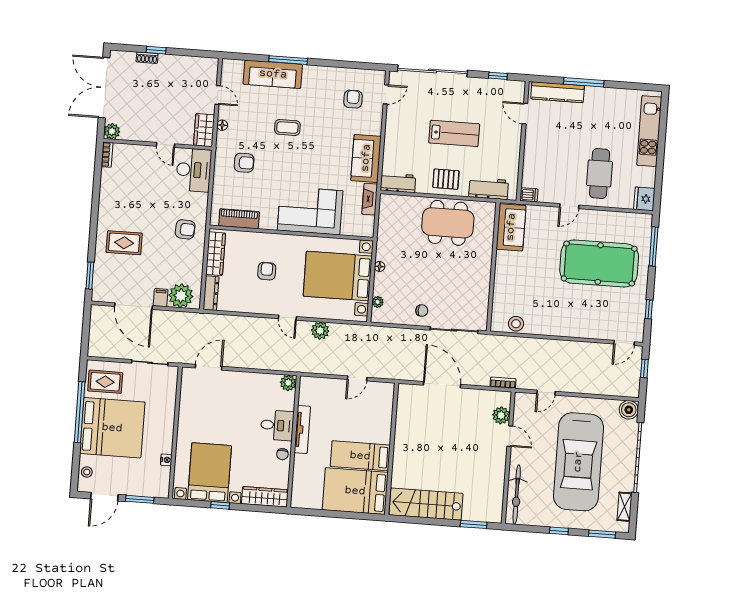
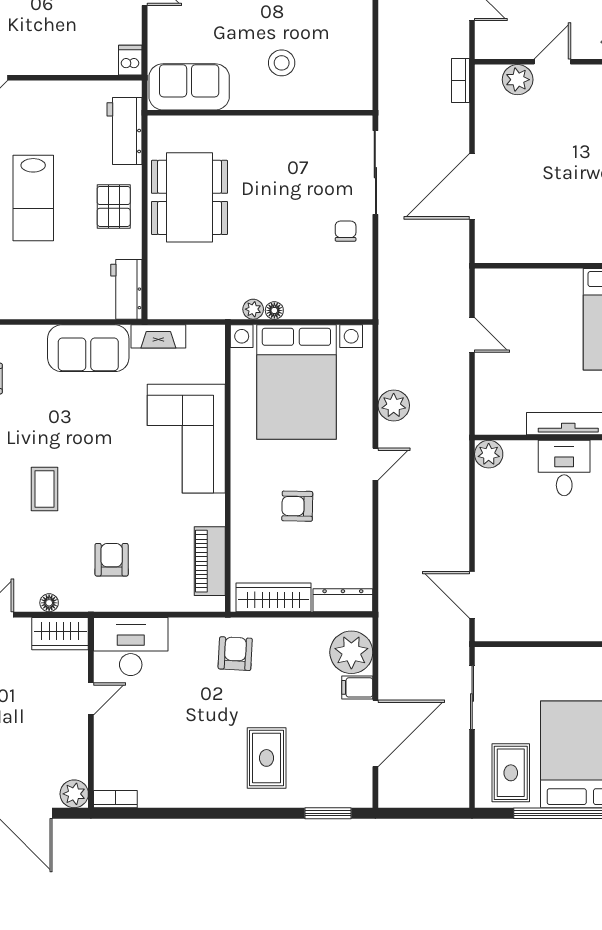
lab bench: (454, 133) -> (33, 198), turned 180
plant: (378, 302) -> (253, 309), moved
stool: (516, 324) -> (282, 63), moved

